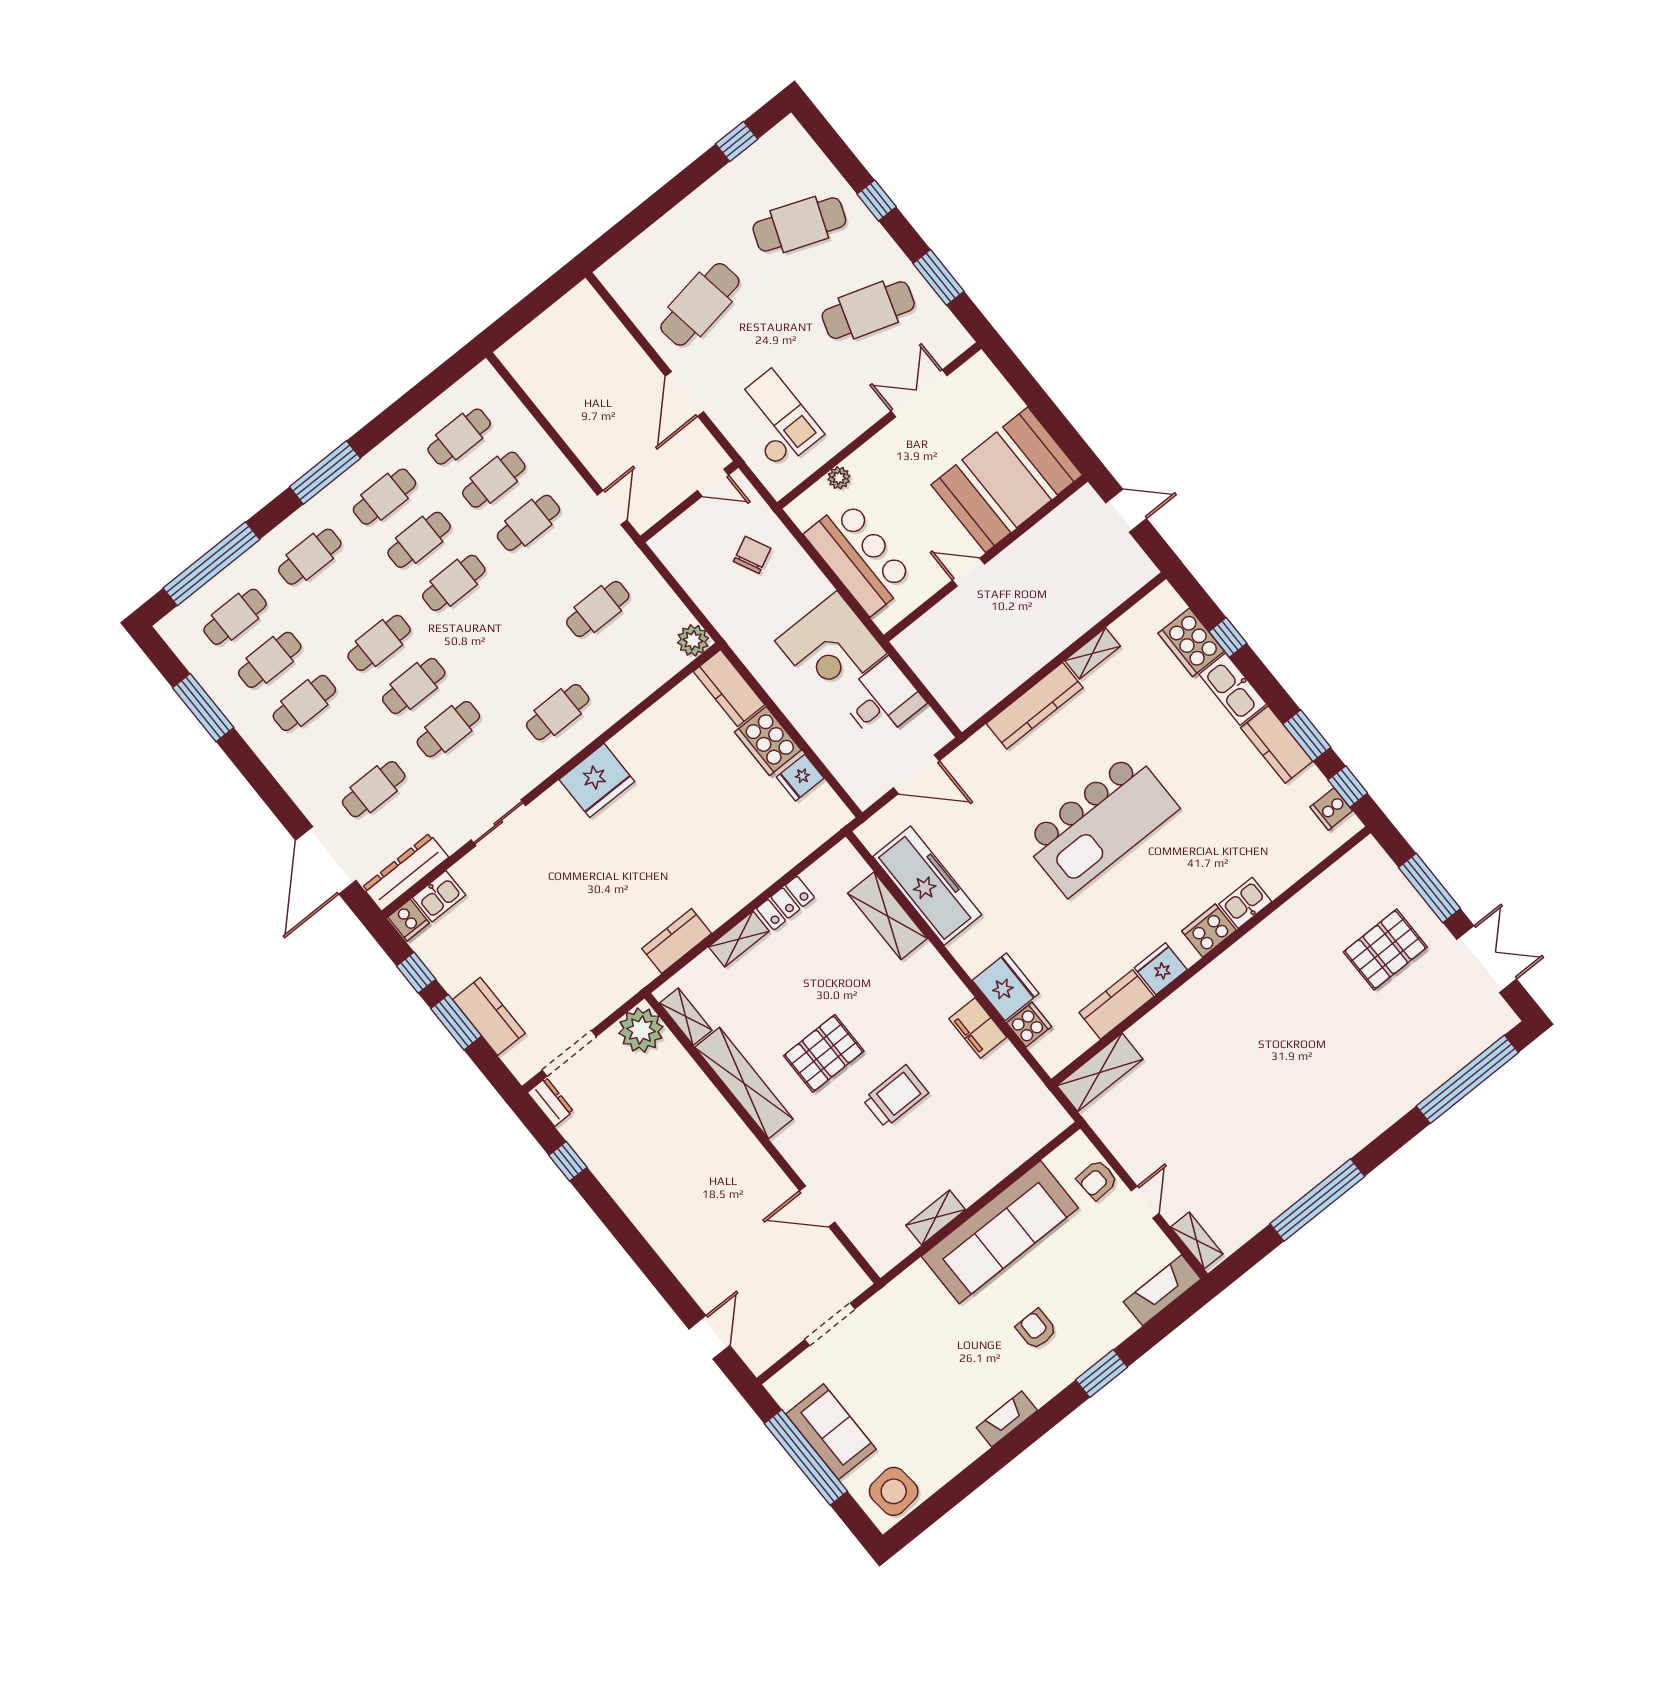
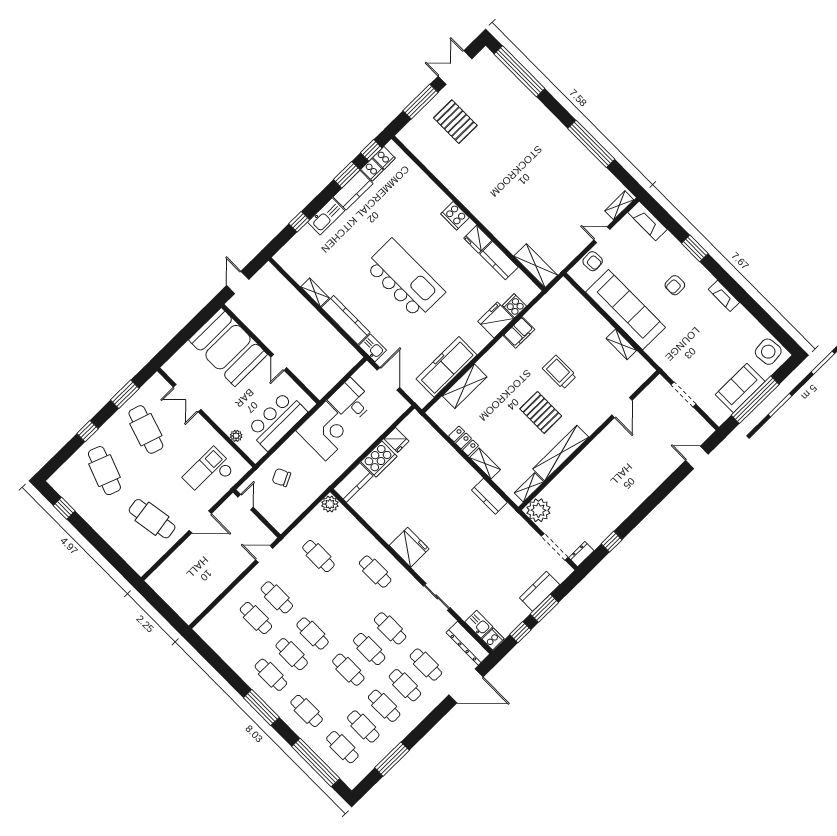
cafe table: (459, 437) -> (405, 685), moved
cooker: (1191, 642) -> (372, 170), moved, width x0.53, depth x0.76
kitchen sink: (1245, 903) -> (373, 348), moved, turned 180

